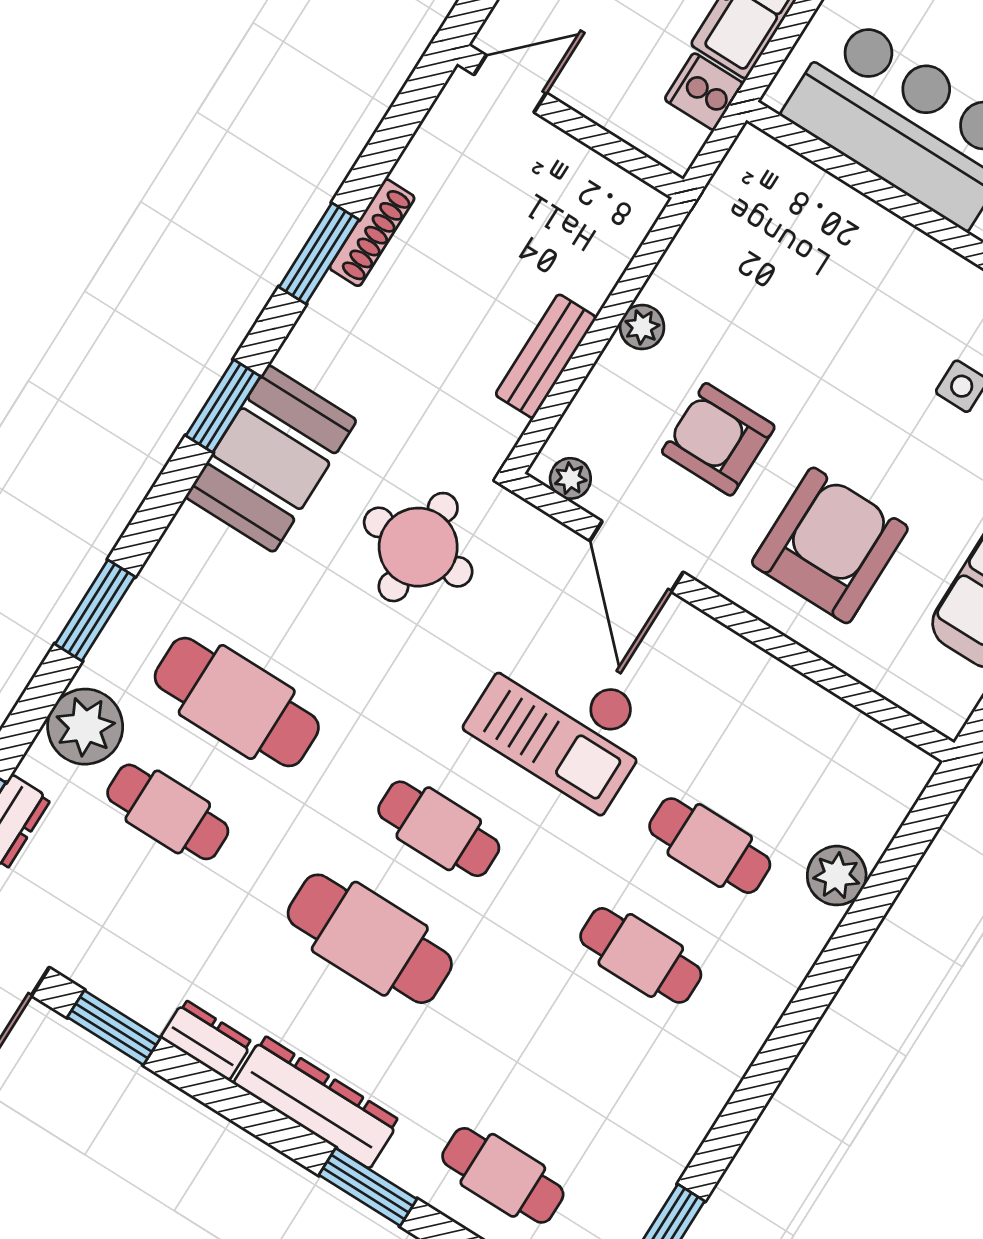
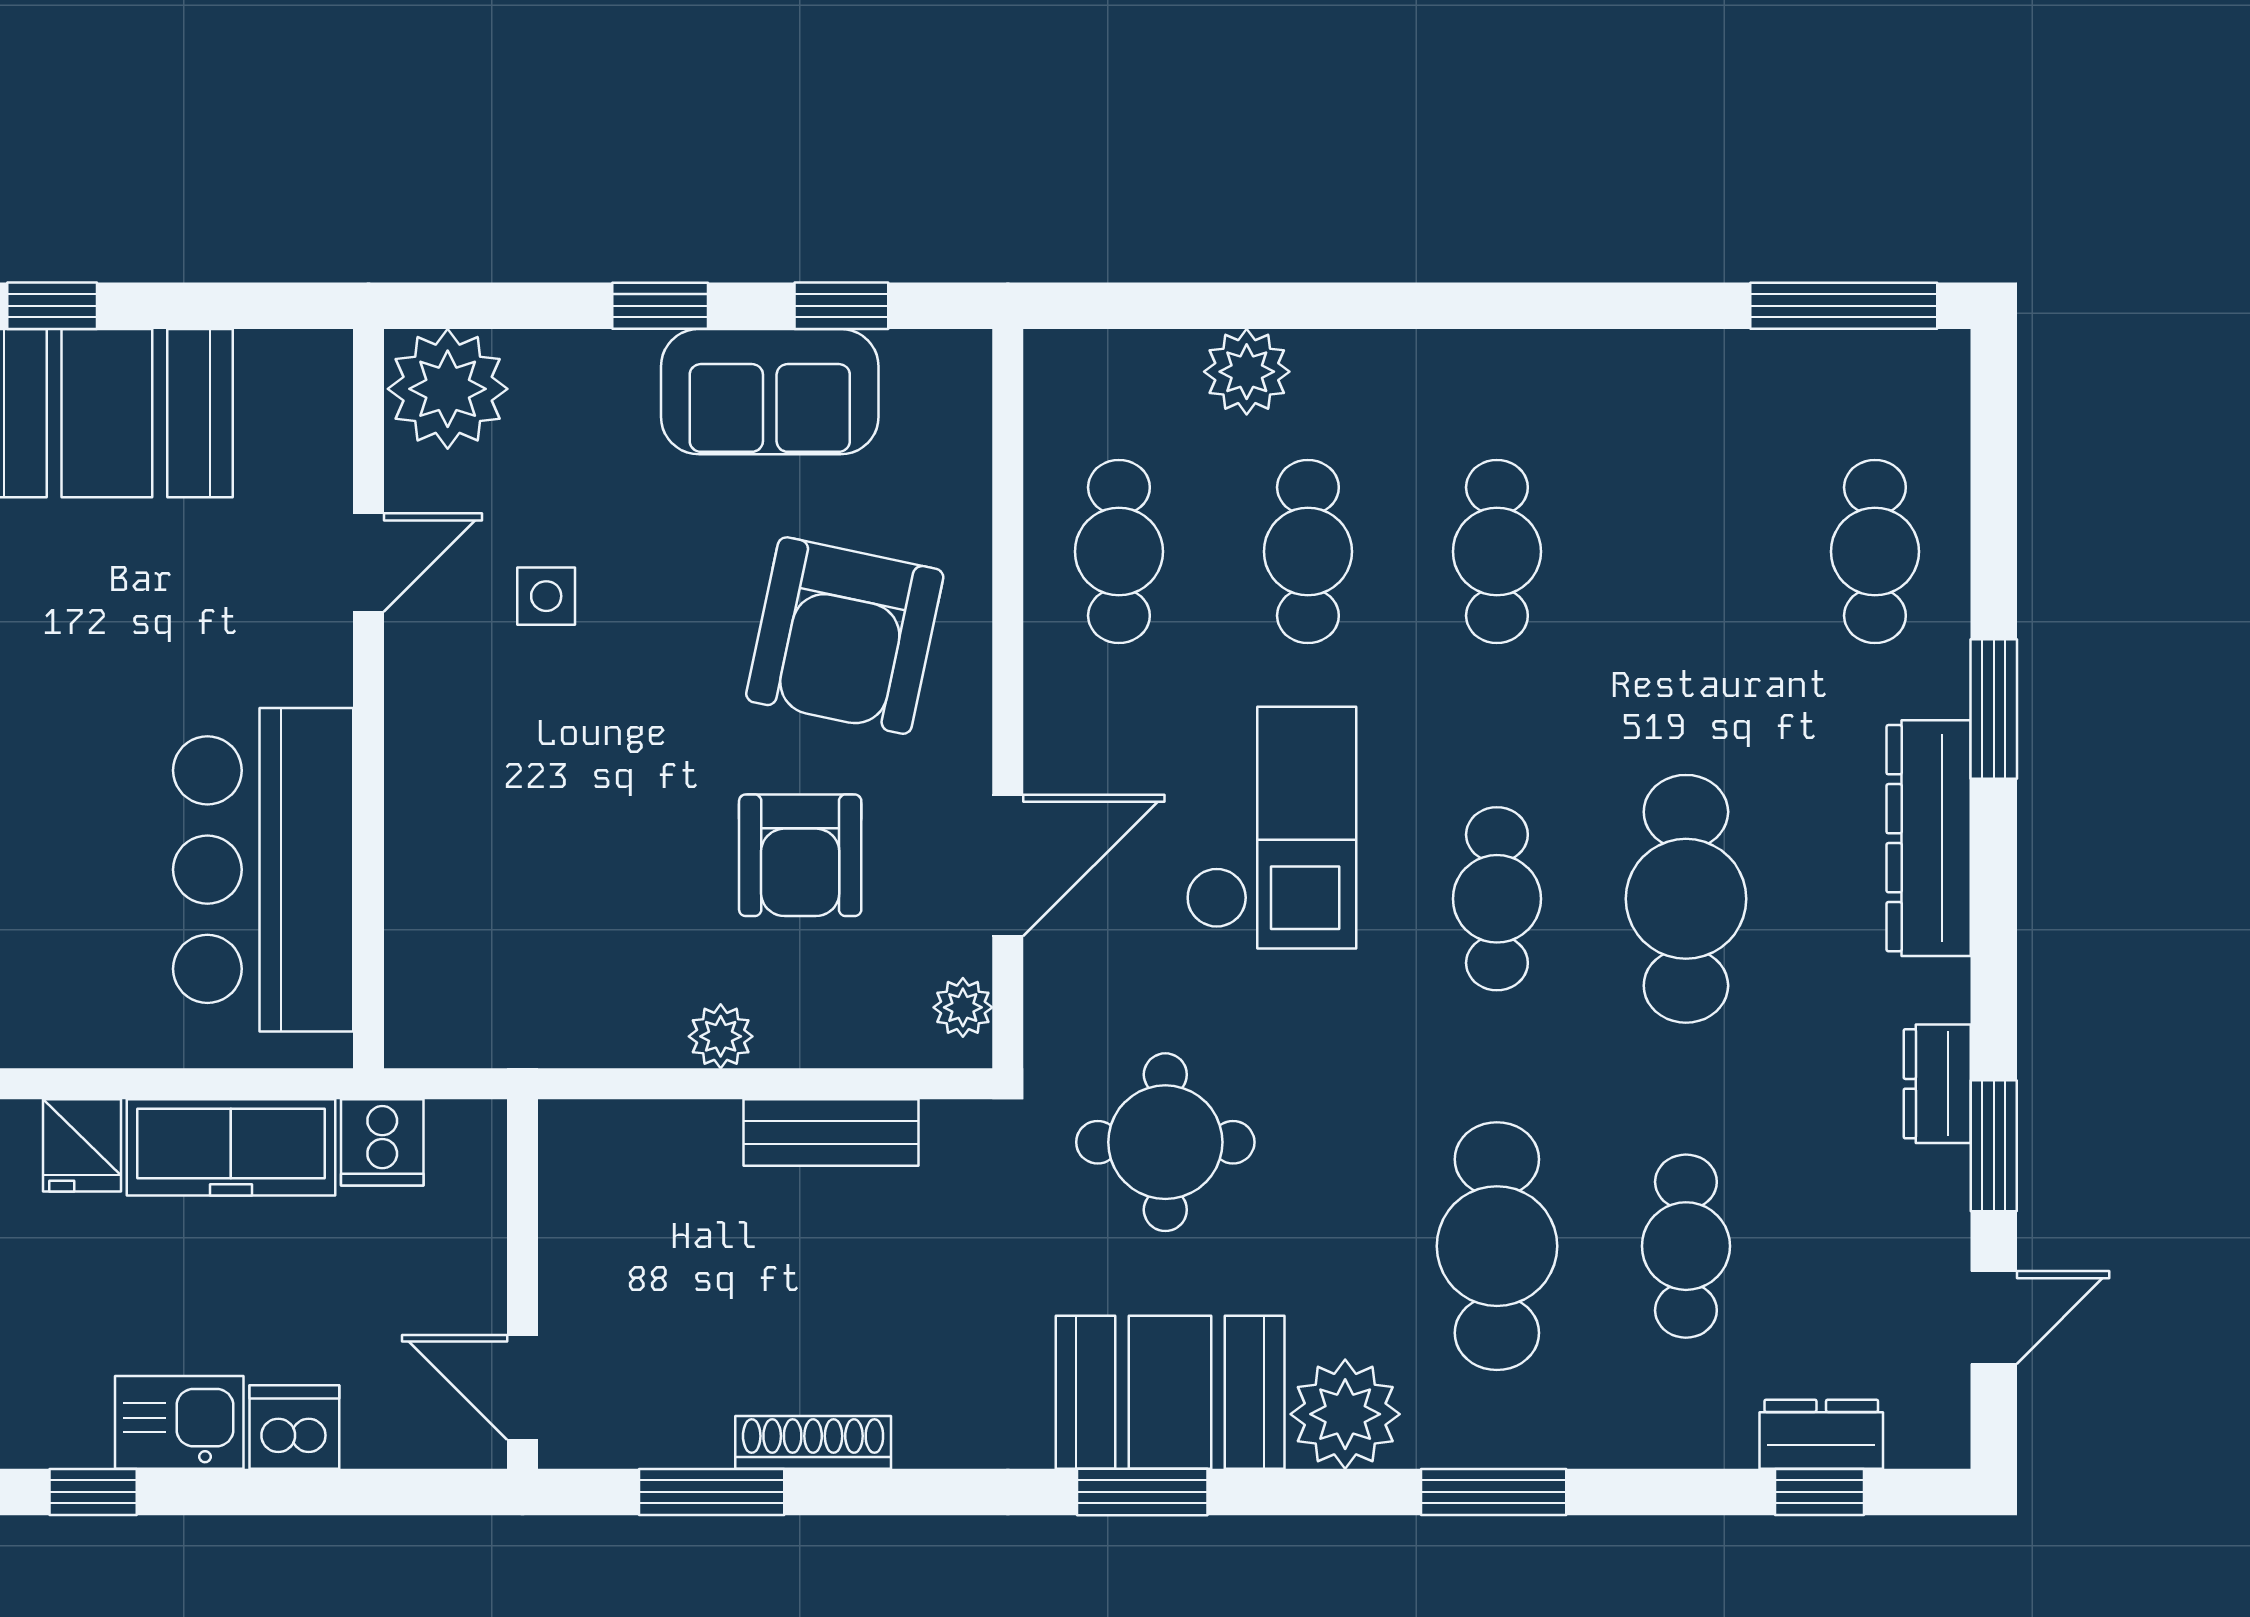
window: (319, 253) -> (712, 1492), moved
armchair: (830, 545) -> (845, 636), turned -78
plant: (85, 727) -> (1345, 1414), moved
cafe table: (779, 736) -> (1119, 552), added
dresser: (207, 1040) -> (1937, 1084), moved

